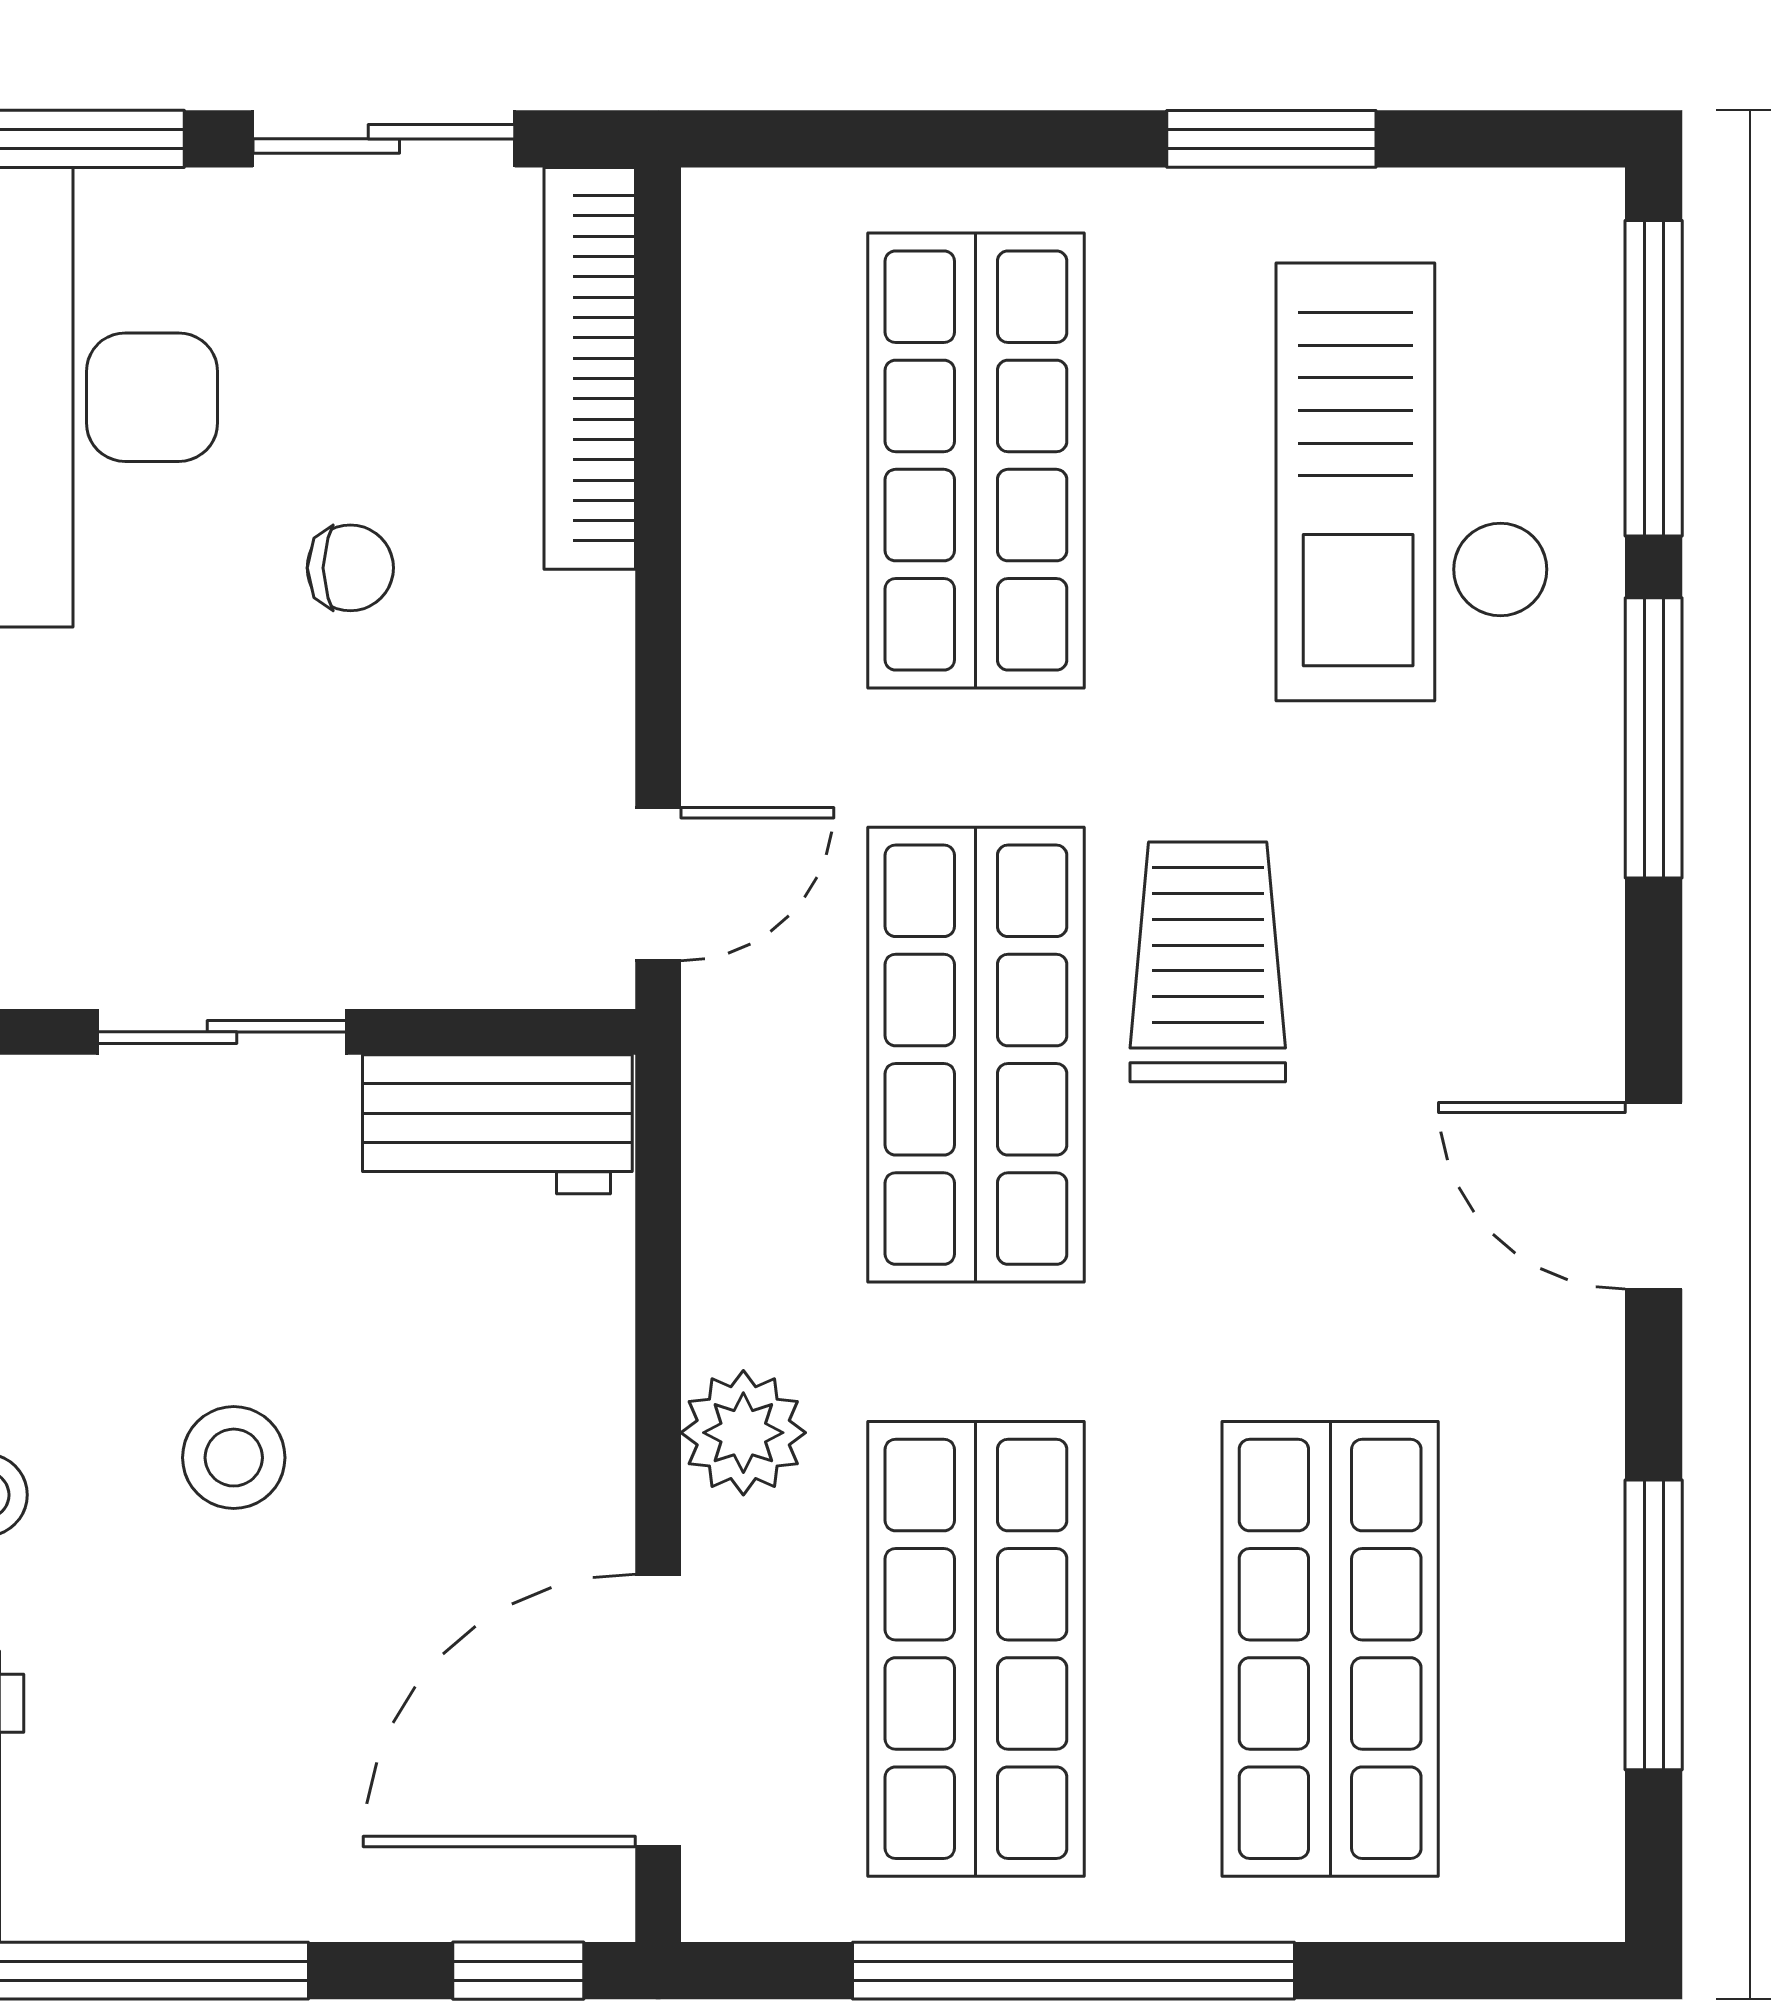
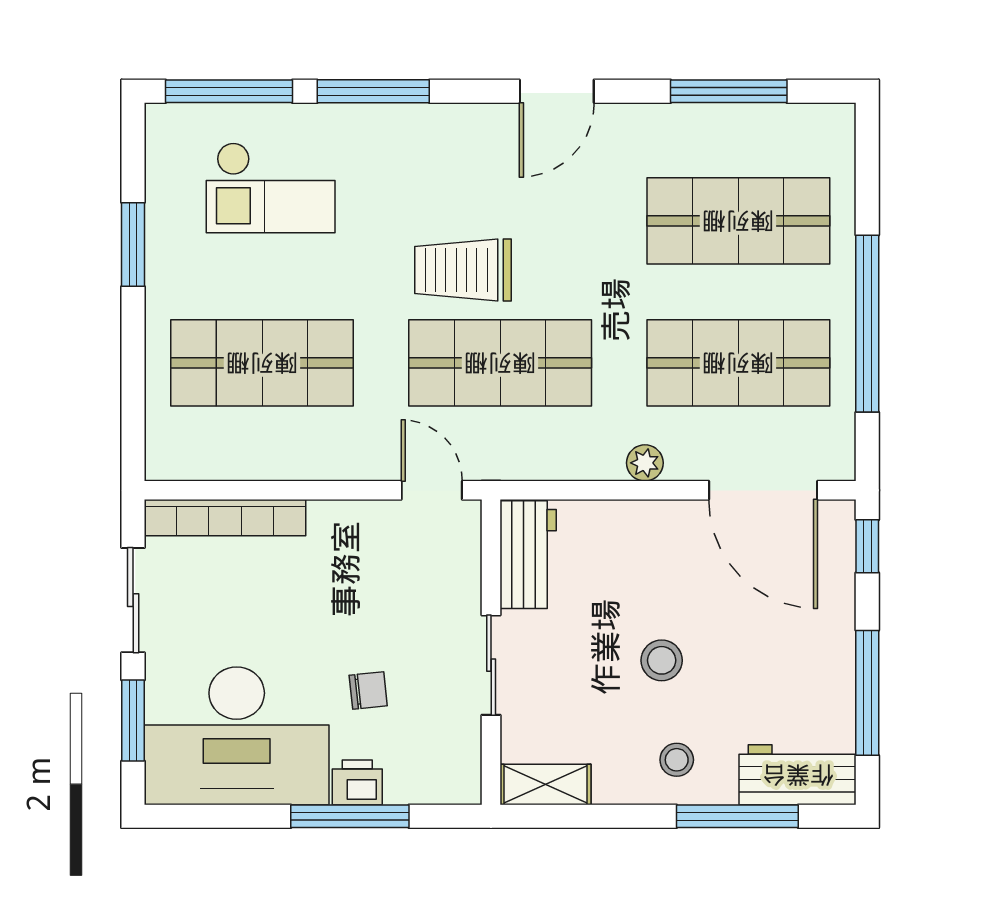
checkout: (1413, 482) -> (271, 188), width x0.73, depth x0.83
chair: (350, 568) -> (368, 690), moved, turned 84
plant: (743, 1433) -> (645, 463), width x0.73, depth x0.73

